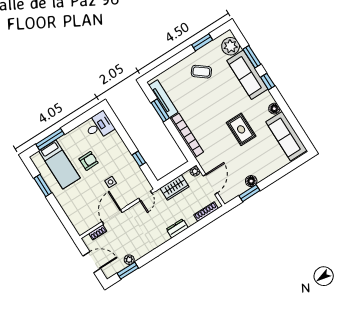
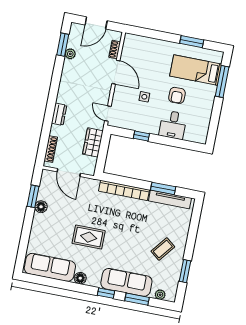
plant: (231, 46) -> (160, 295), width x0.53, depth x0.53
desk: (99, 126) -> (173, 125), moved
plant: (195, 171) -> (90, 170), removed

